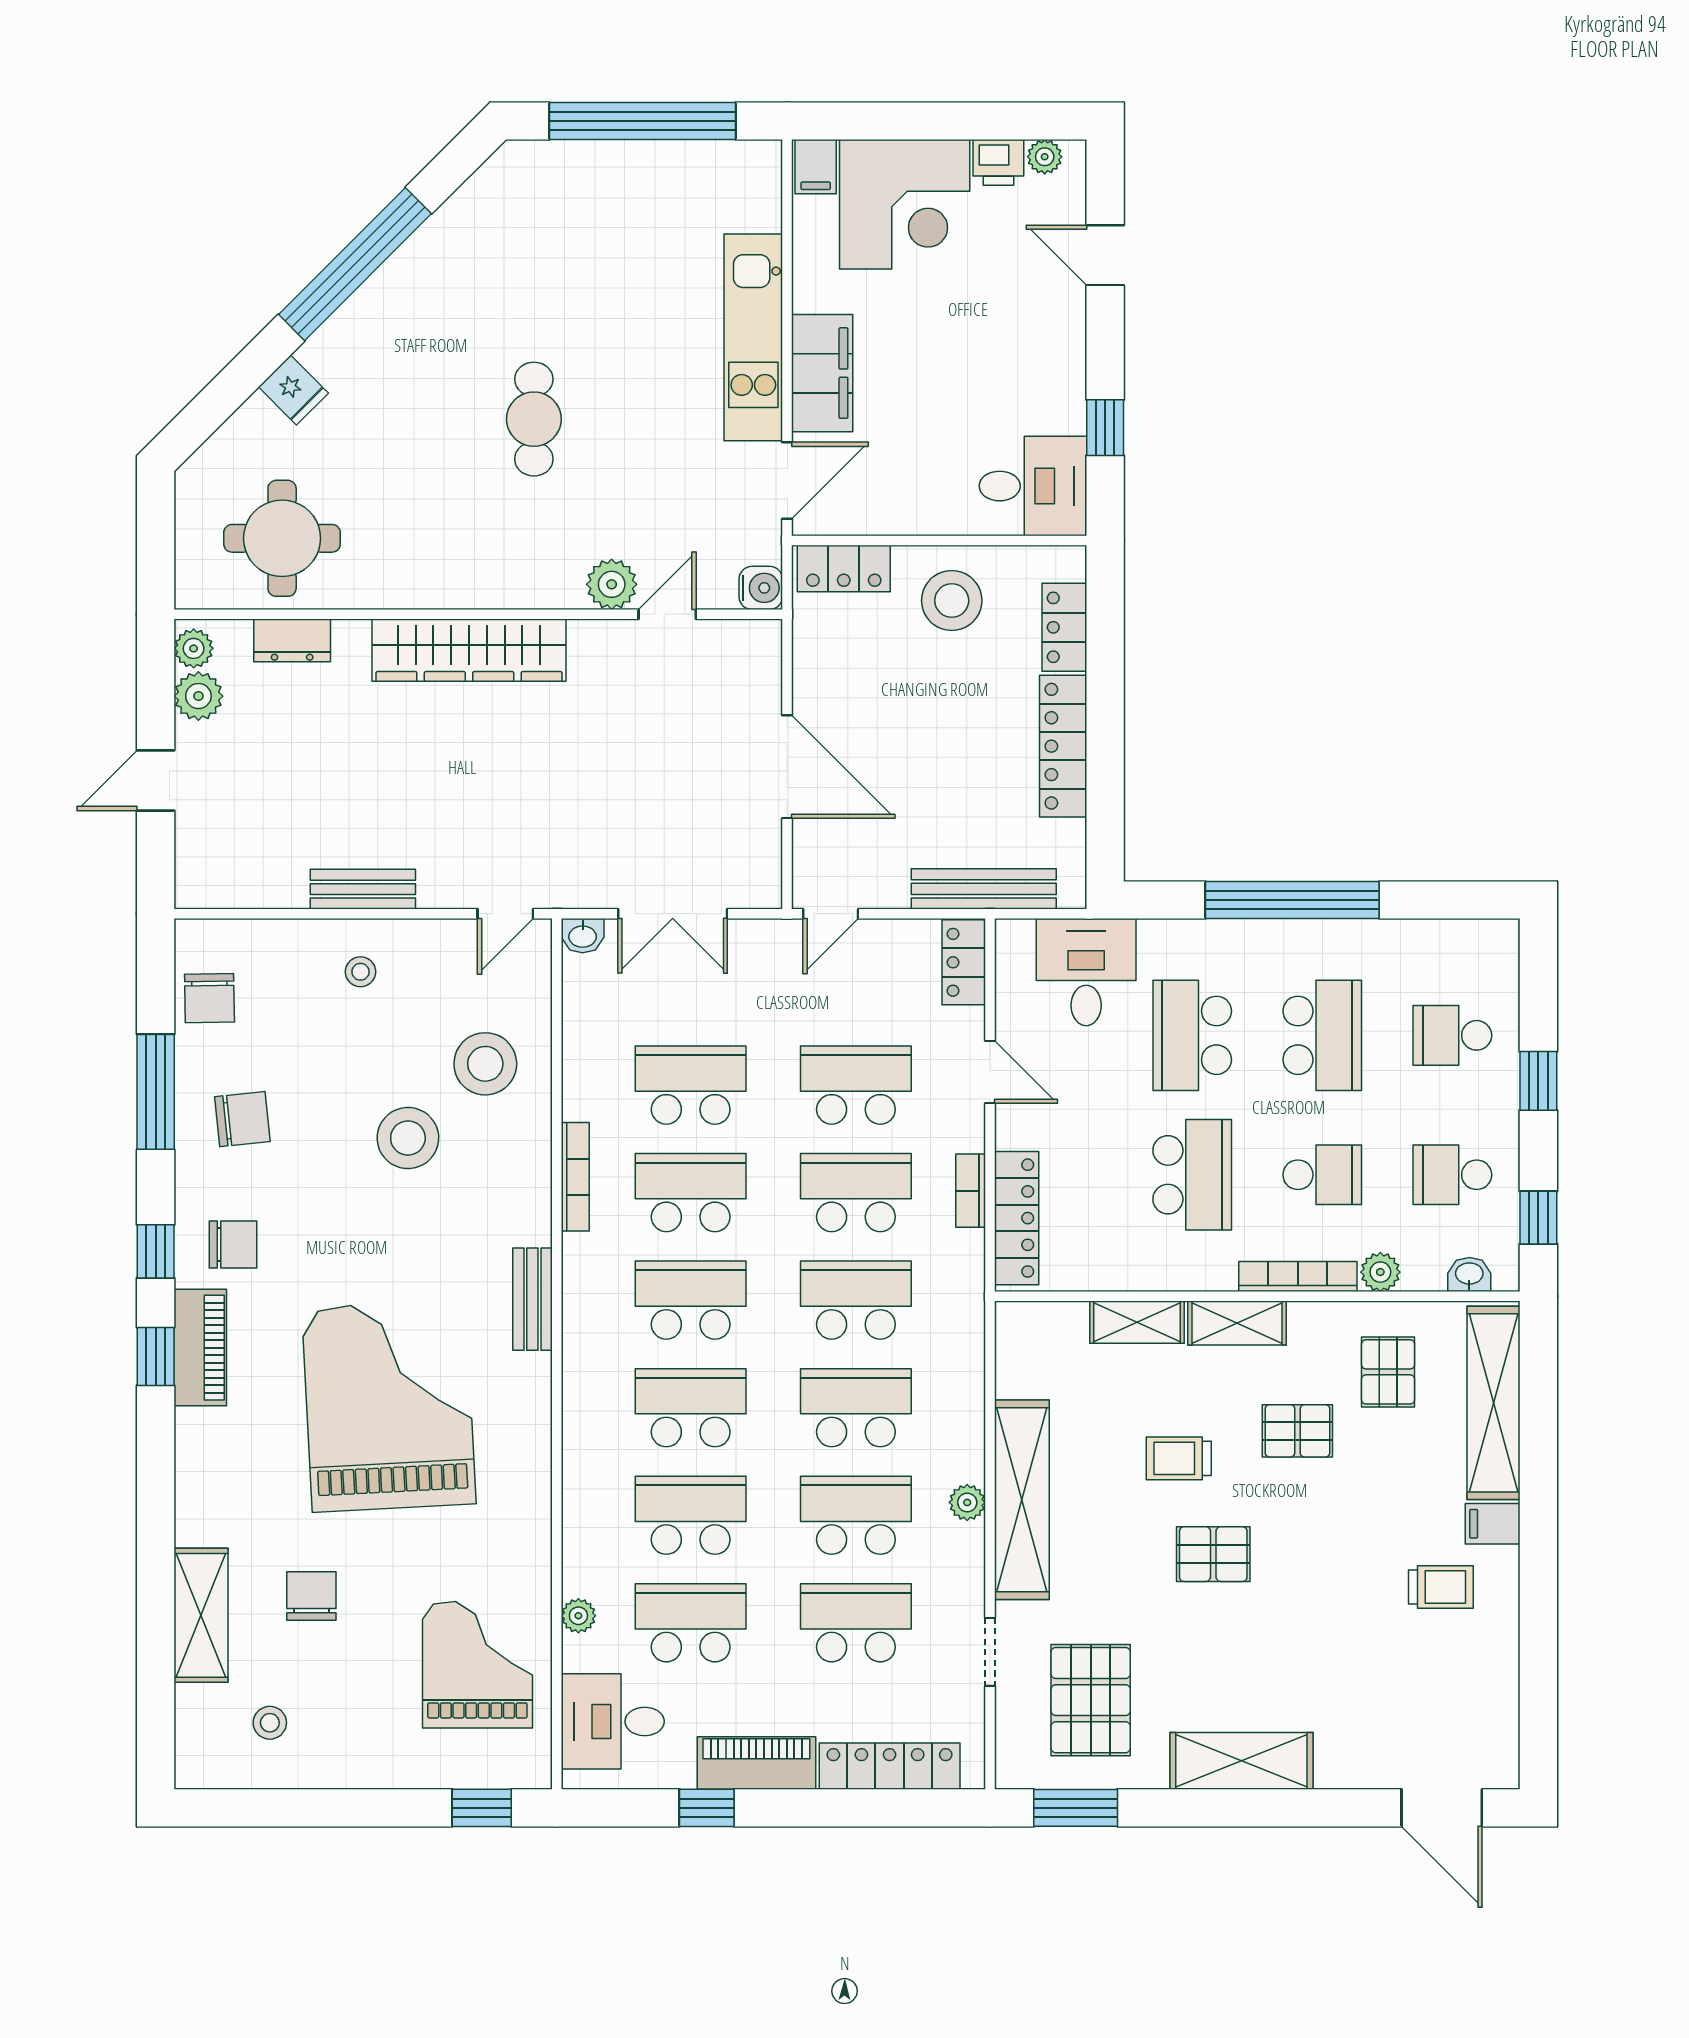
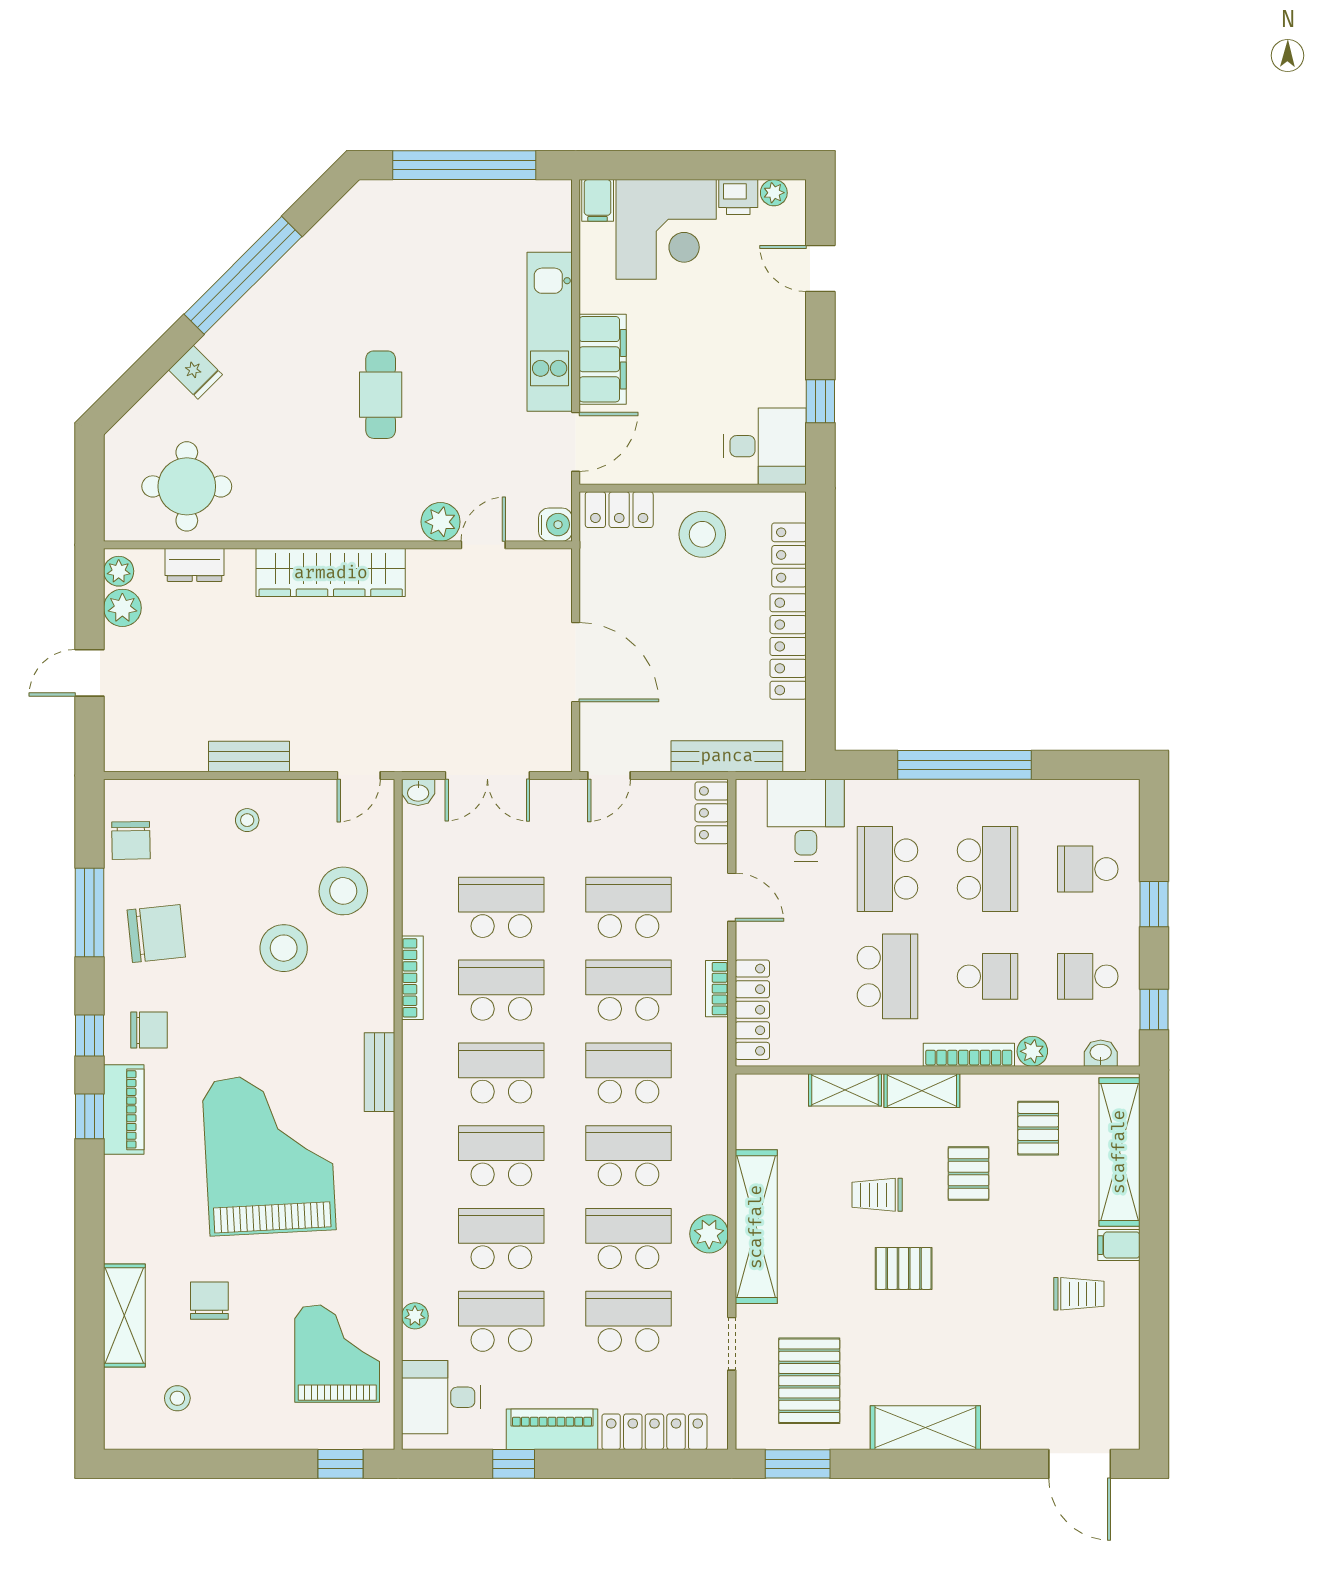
chair: (242, 1119) -> (156, 933), width x1.37, depth x1.37
pallet: (1297, 1431) -> (968, 1174), turned 90
plant: (967, 1502) -> (709, 1234), width x1.38, depth x1.38

